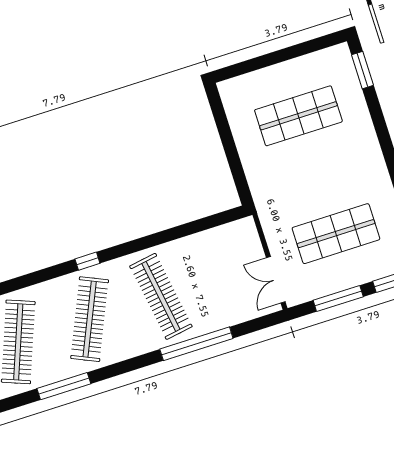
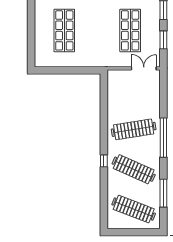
double door: (276, 280) -> (144, 68), swing flipped
window: (338, 299) -> (163, 40), width x0.69
window: (196, 344) -> (163, 138), moved

